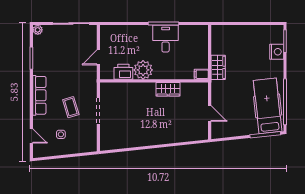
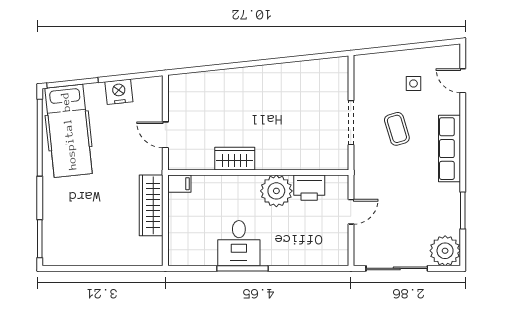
plant: (38, 30) -> (445, 251), width x1.88, depth x1.88
nightstand: (277, 52) -> (119, 92), moved, turned 84
wardrobe: (218, 67) -> (151, 205), width x1.50
door: (210, 114) -> (165, 135), moved

